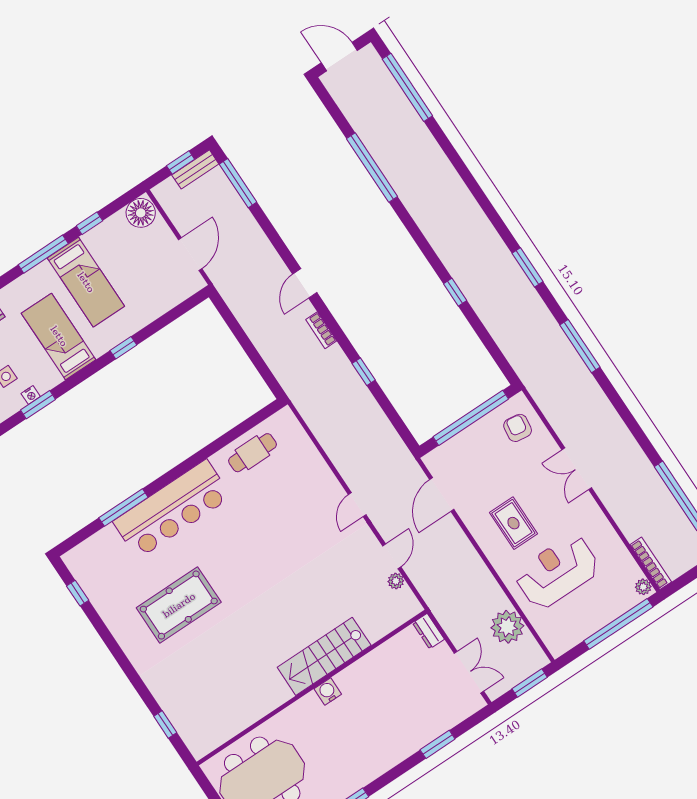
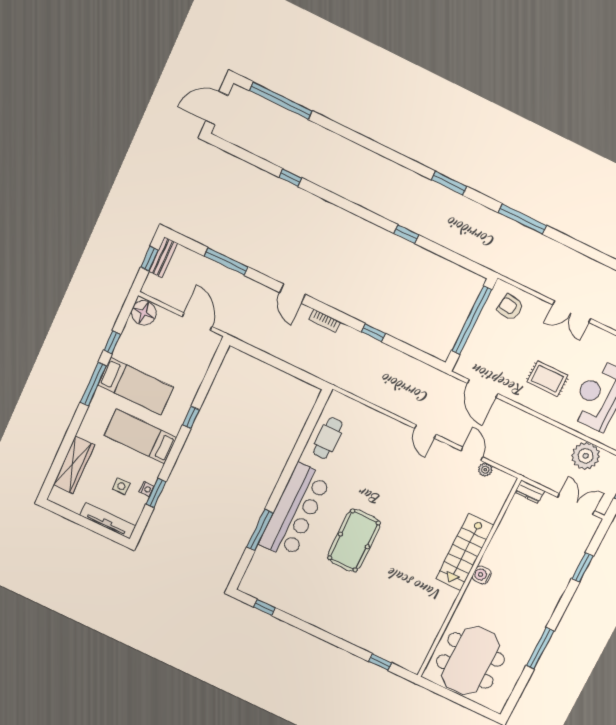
window: (372, 168) -> (290, 178), width x0.32
window: (238, 183) -> (226, 261), moved
pool table: (179, 605) -> (354, 540), moved

